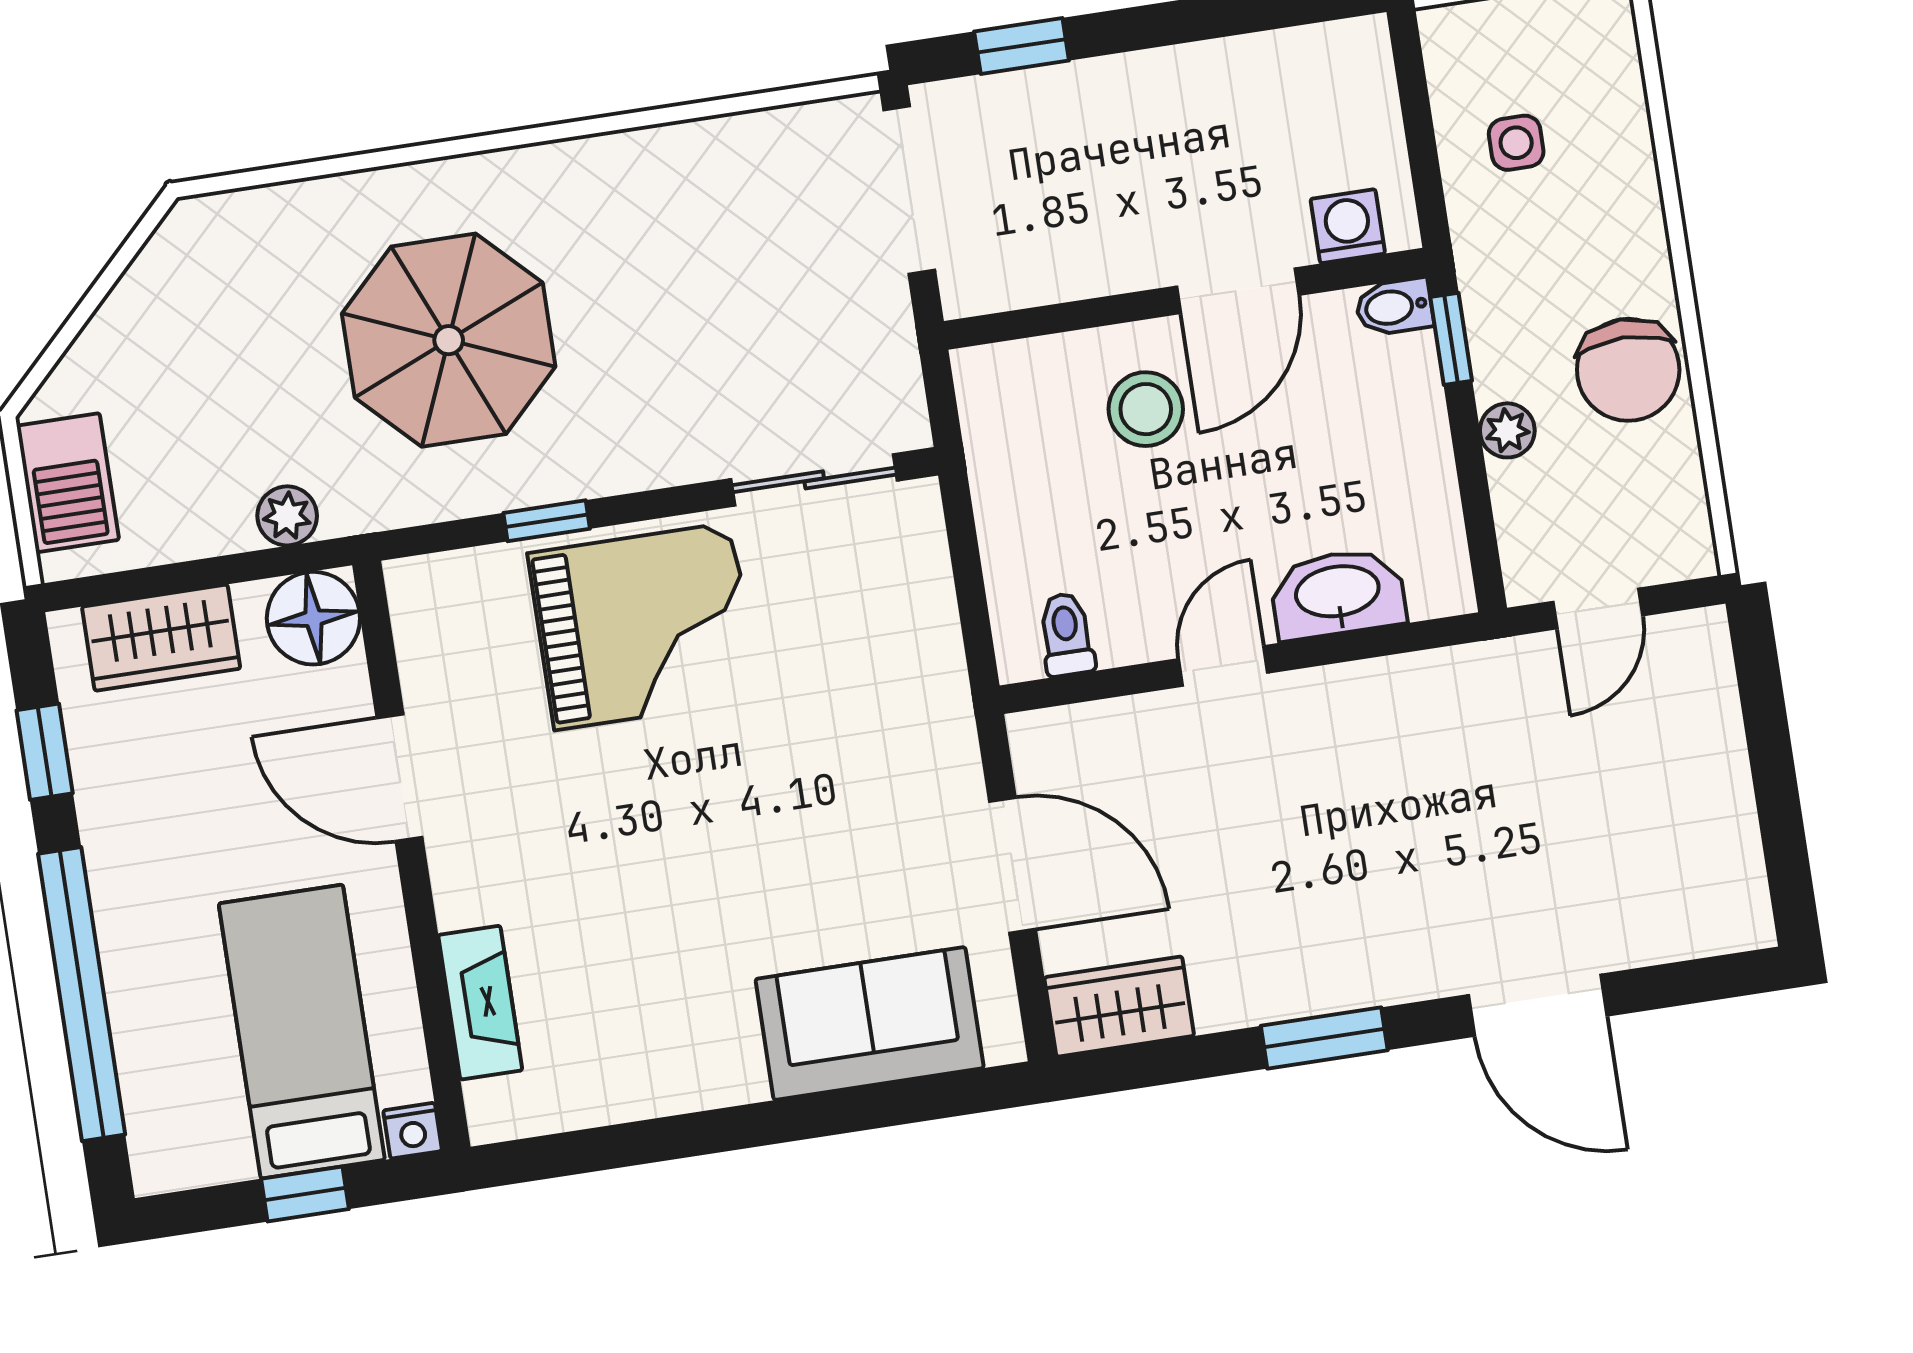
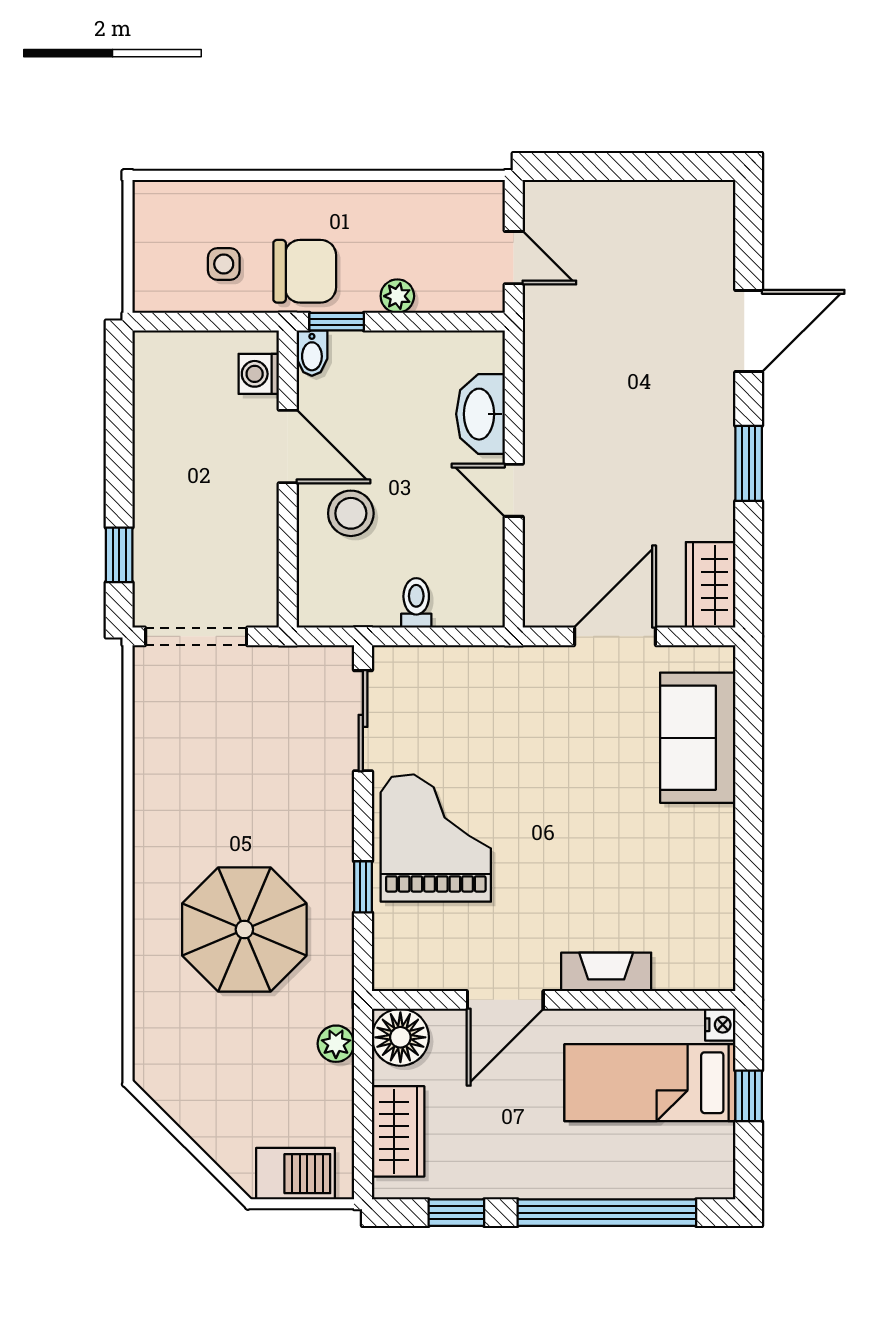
chair: (1628, 370) -> (305, 271), moved
toilet: (1066, 634) -> (416, 603), moved, turned 90
fireplace: (480, 1003) -> (606, 972), moved

